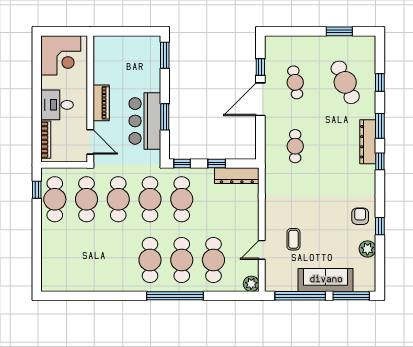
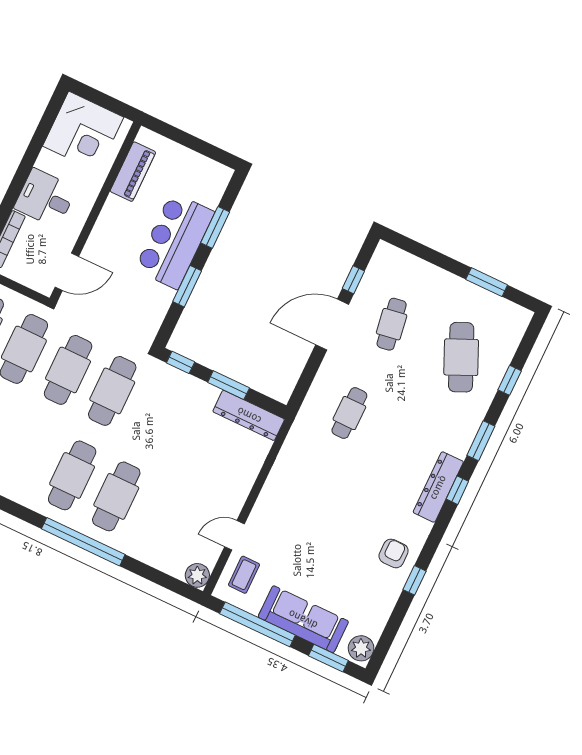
window: (165, 55) -> (215, 227), moved
piano: (101, 103) -> (133, 172), moved
bar counter: (145, 121) -> (175, 241), moved
door: (90, 142) -> (67, 272), hinge flipped
dresser: (368, 142) -> (438, 487), moved
window: (217, 164) -> (229, 385), width x1.50
cafe table: (182, 199) -> (156, 412), removed
coffee table: (293, 239) -> (244, 575), moved
plant: (367, 249) -> (361, 648), moved
cafe table: (213, 260) -> (160, 517), removed
window: (351, 296) -> (328, 658), width x0.69

